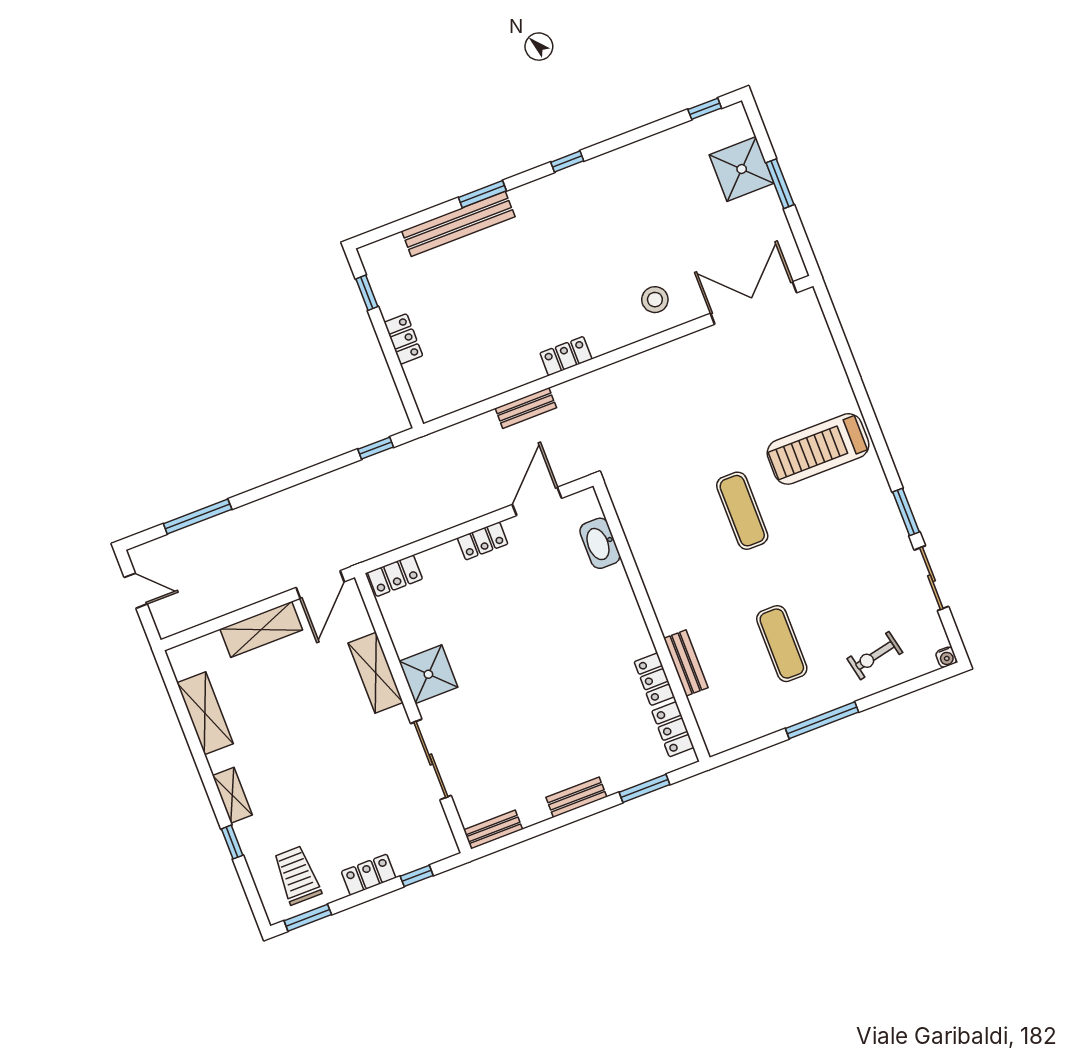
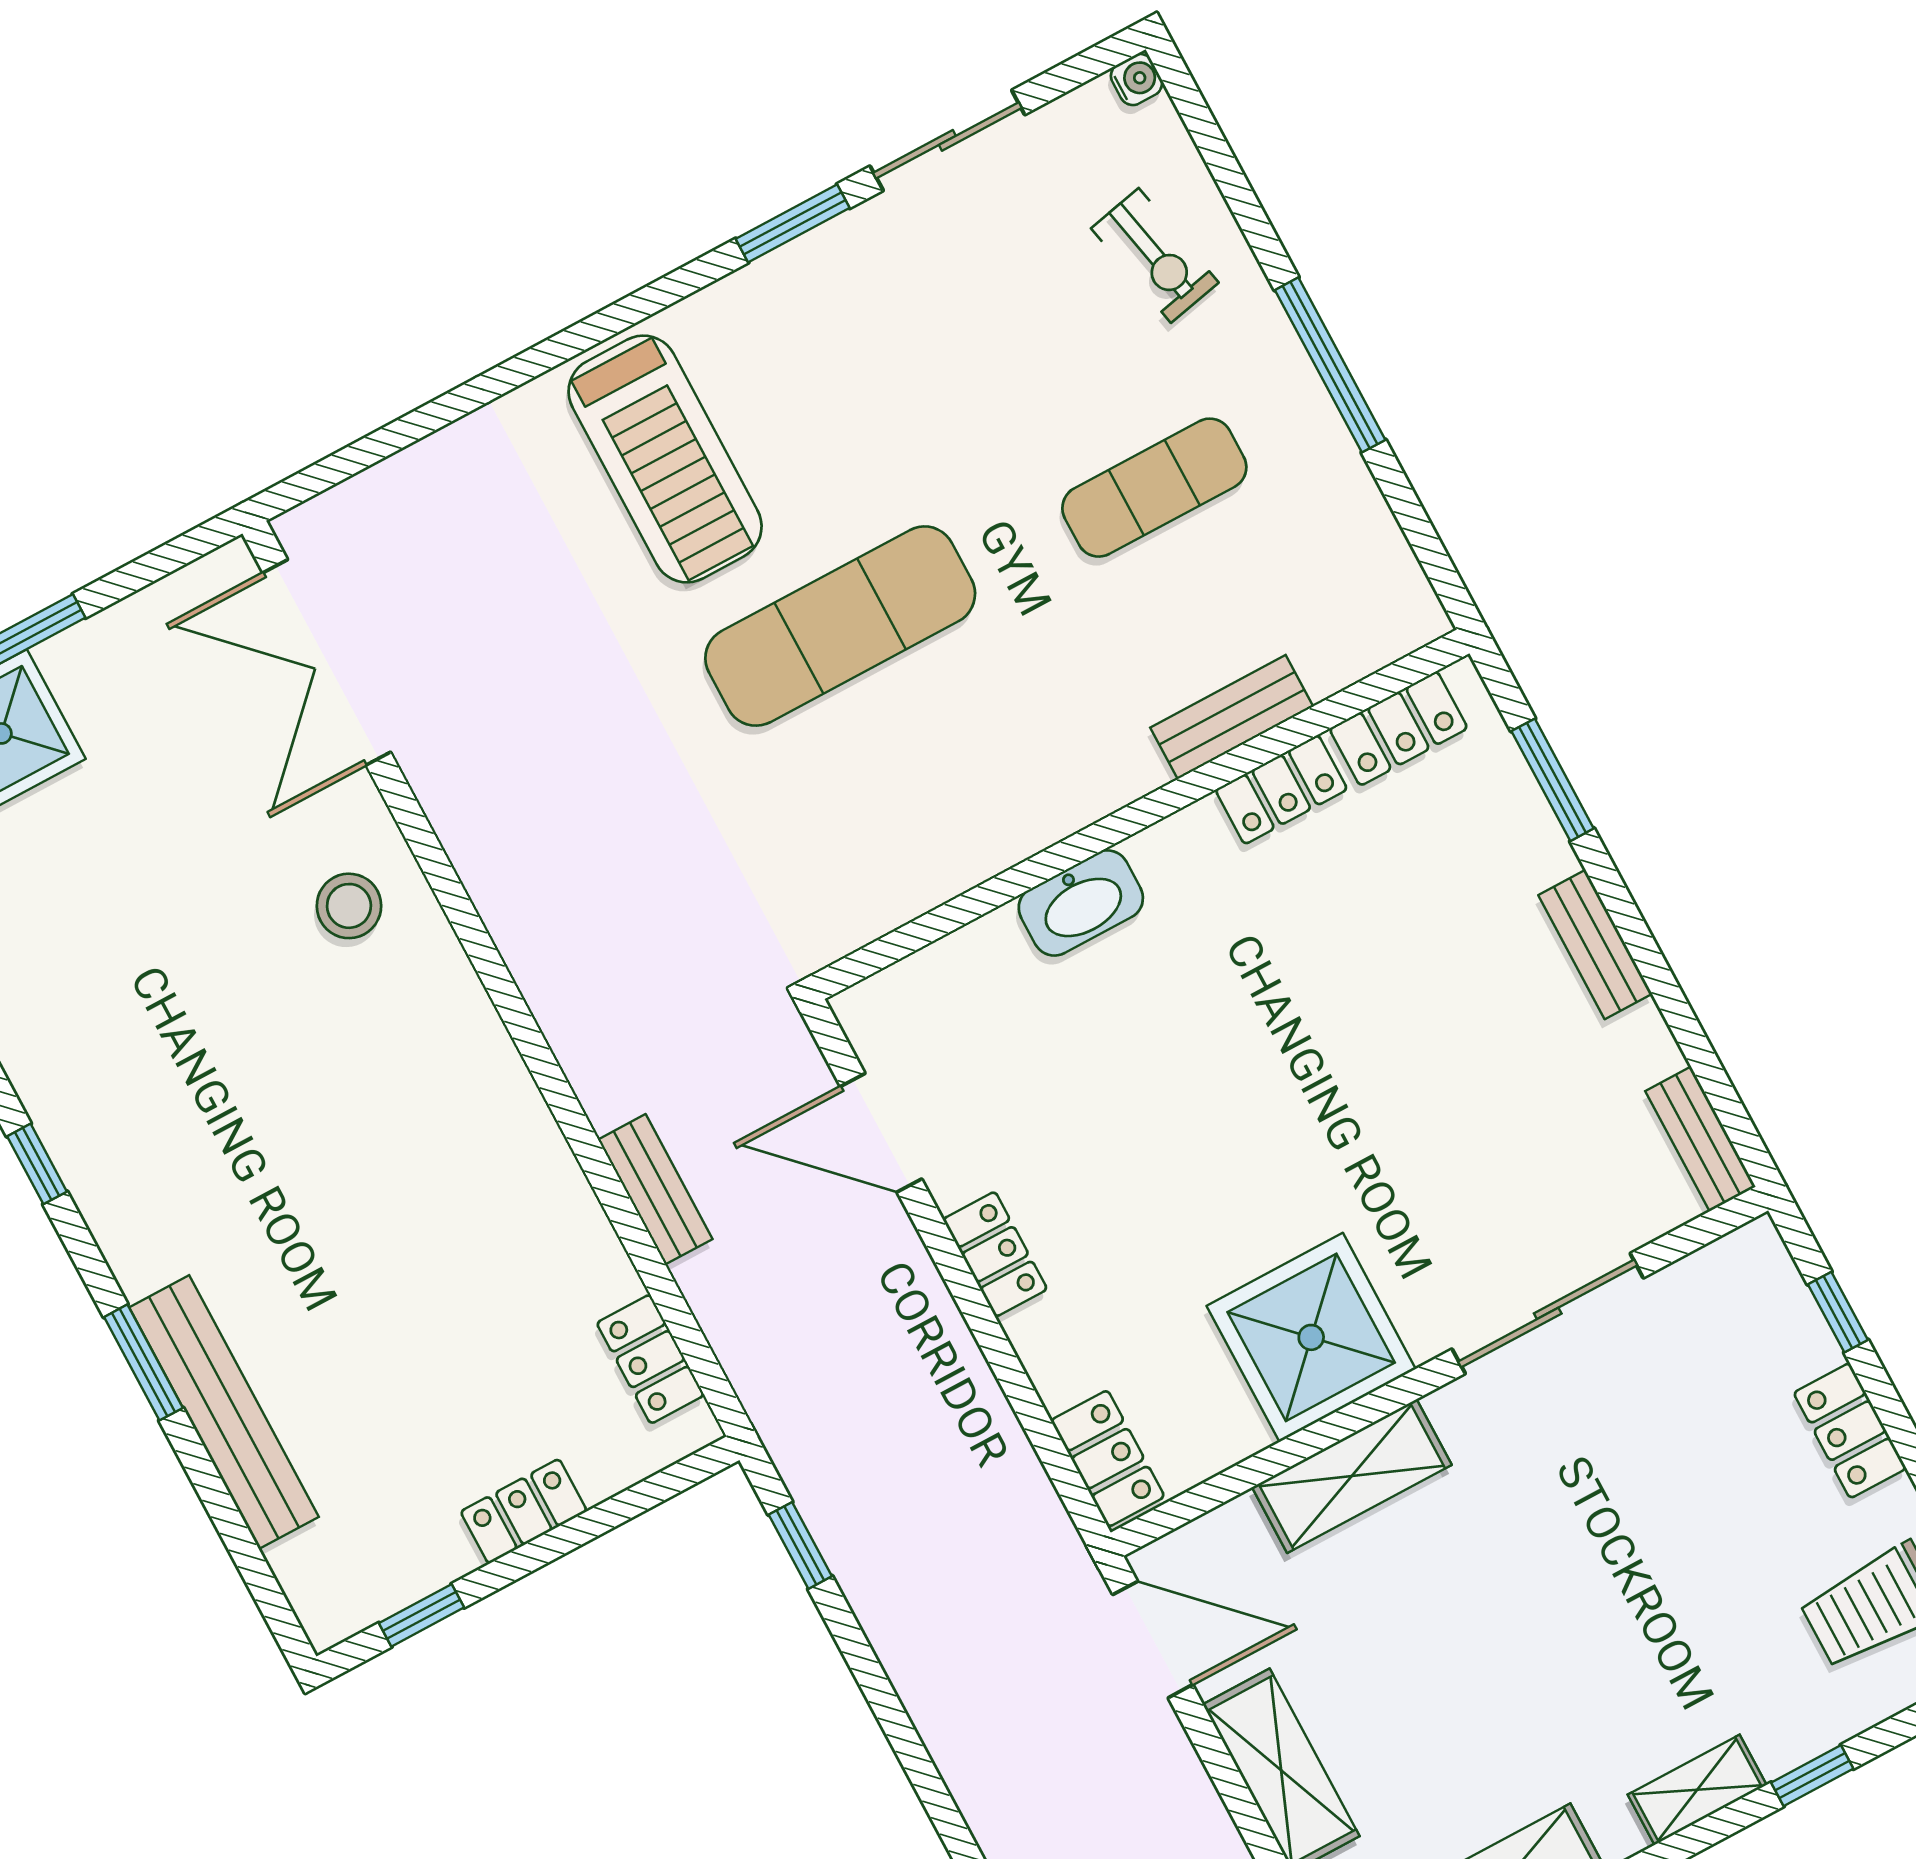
locker: (566, 356) -> (650, 1359), moved
exercise mat: (742, 511) -> (840, 626), width x1.36, depth x1.45
washbasin: (600, 543) -> (1081, 903), moved
shower: (428, 674) -> (1311, 1337), width x1.37, depth x1.37

